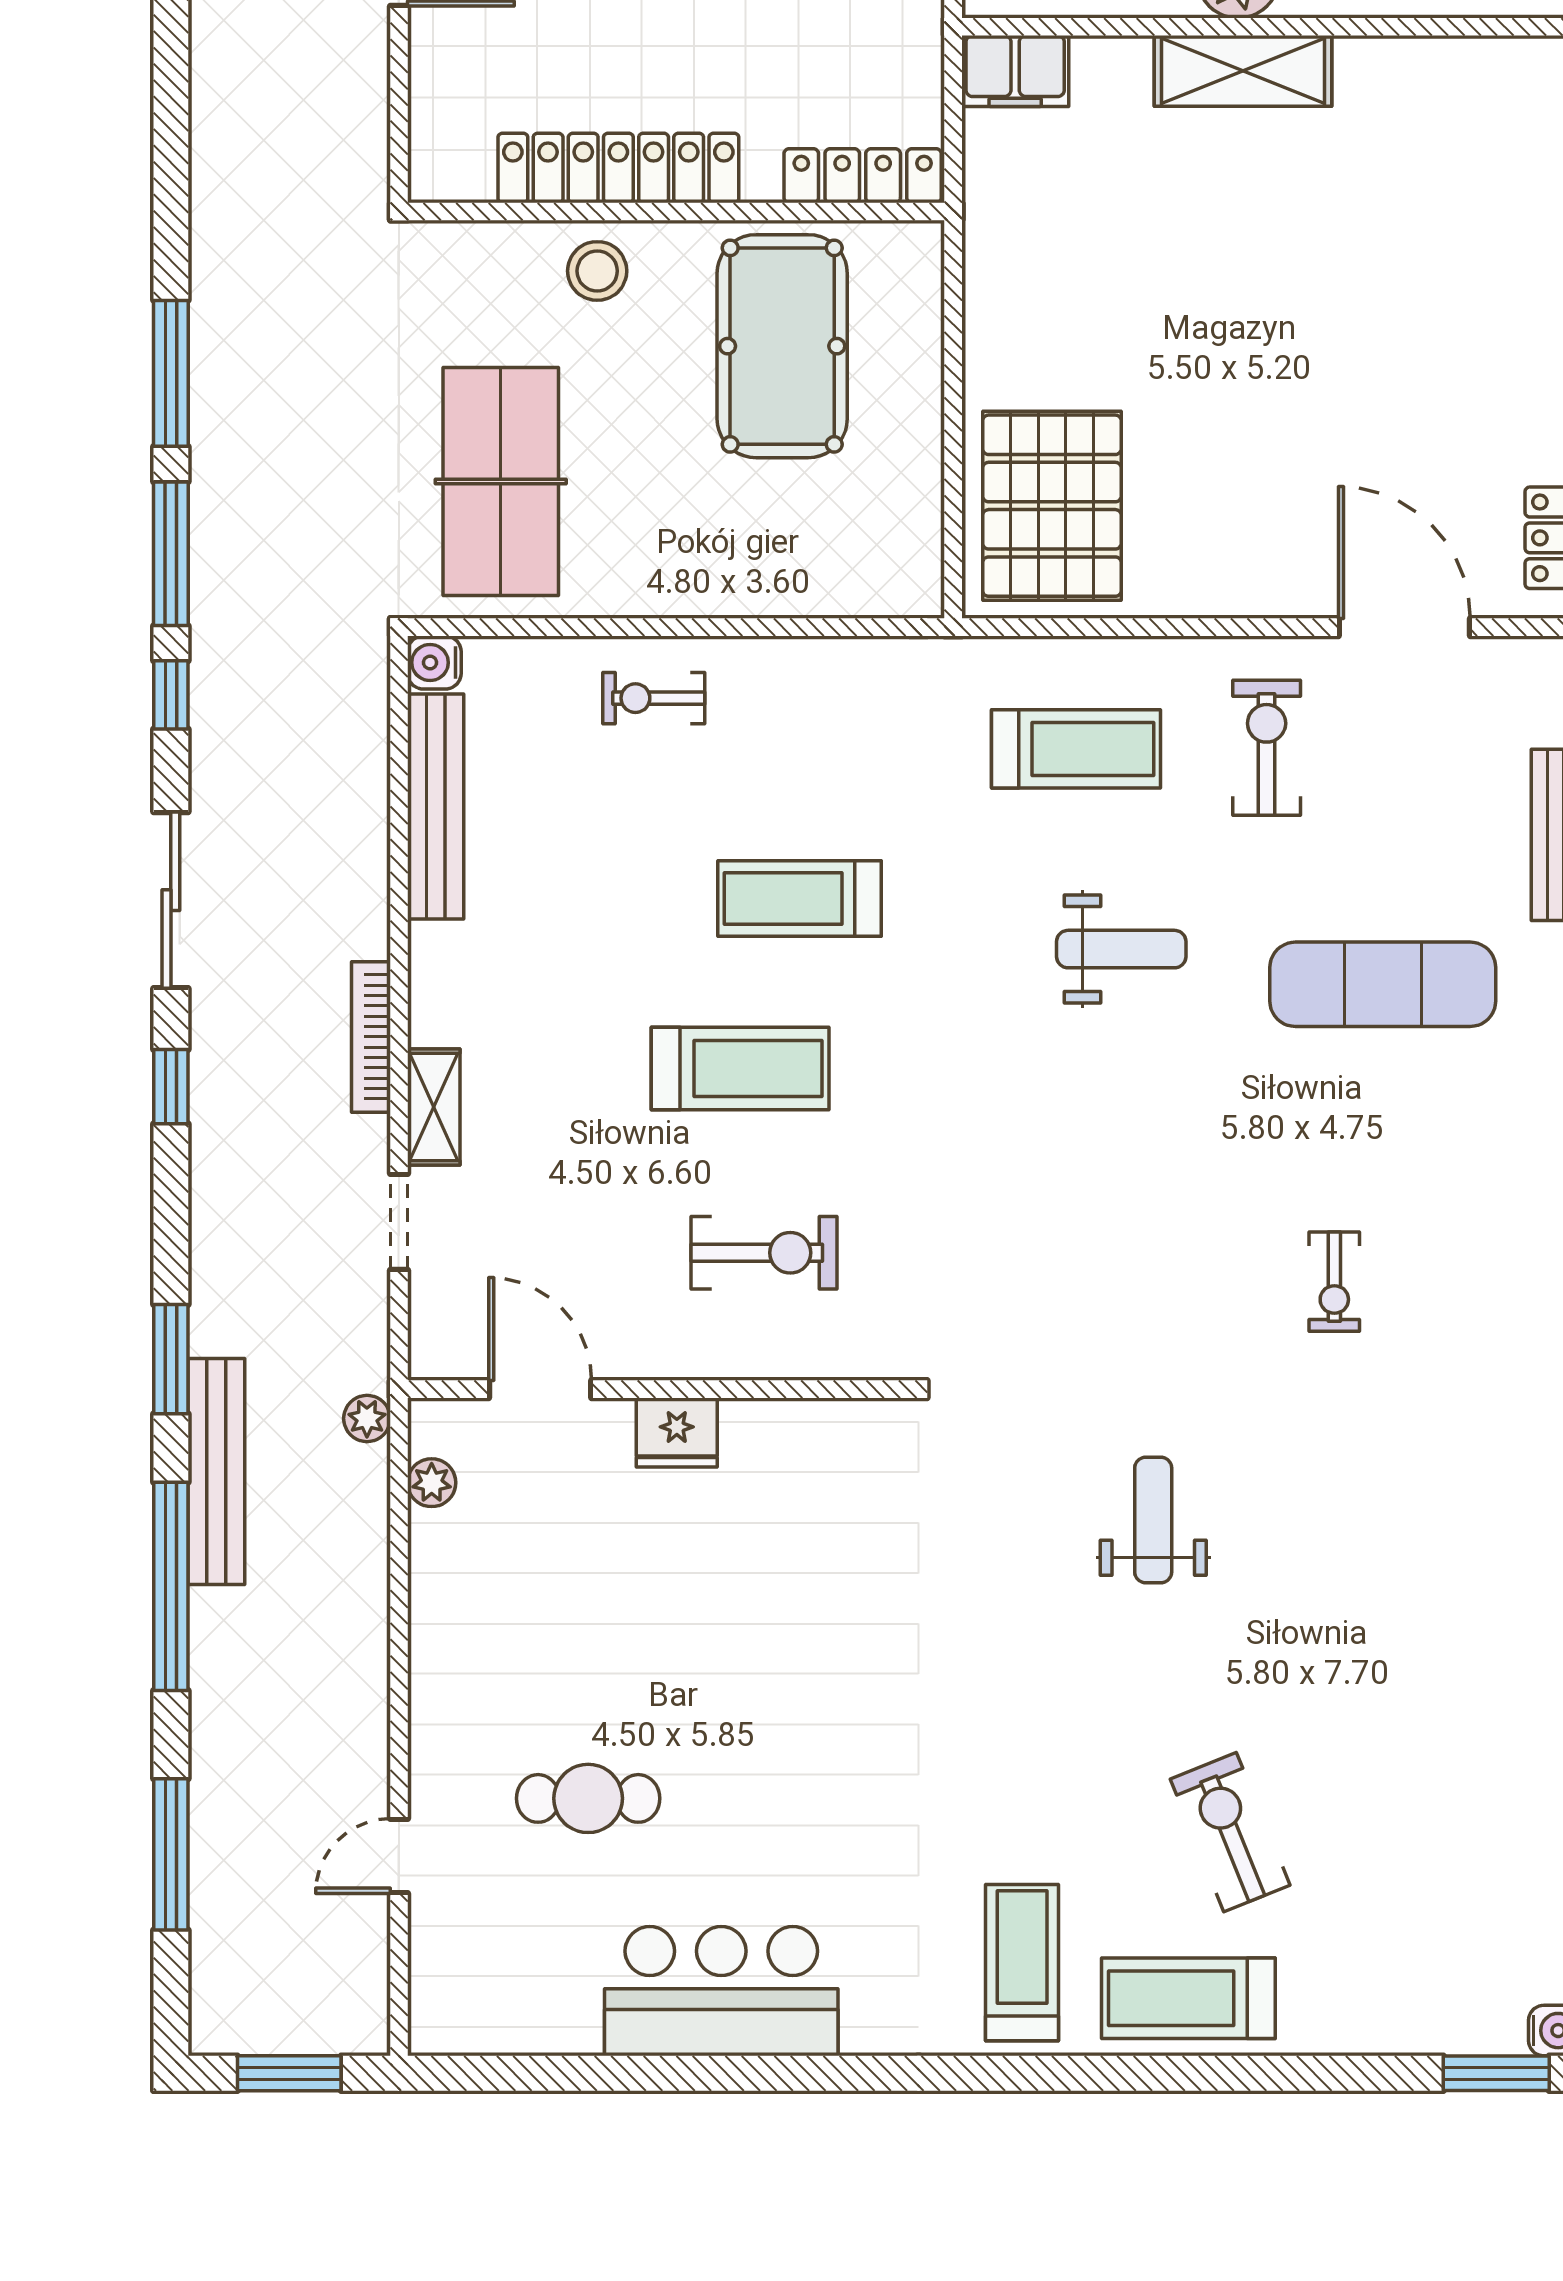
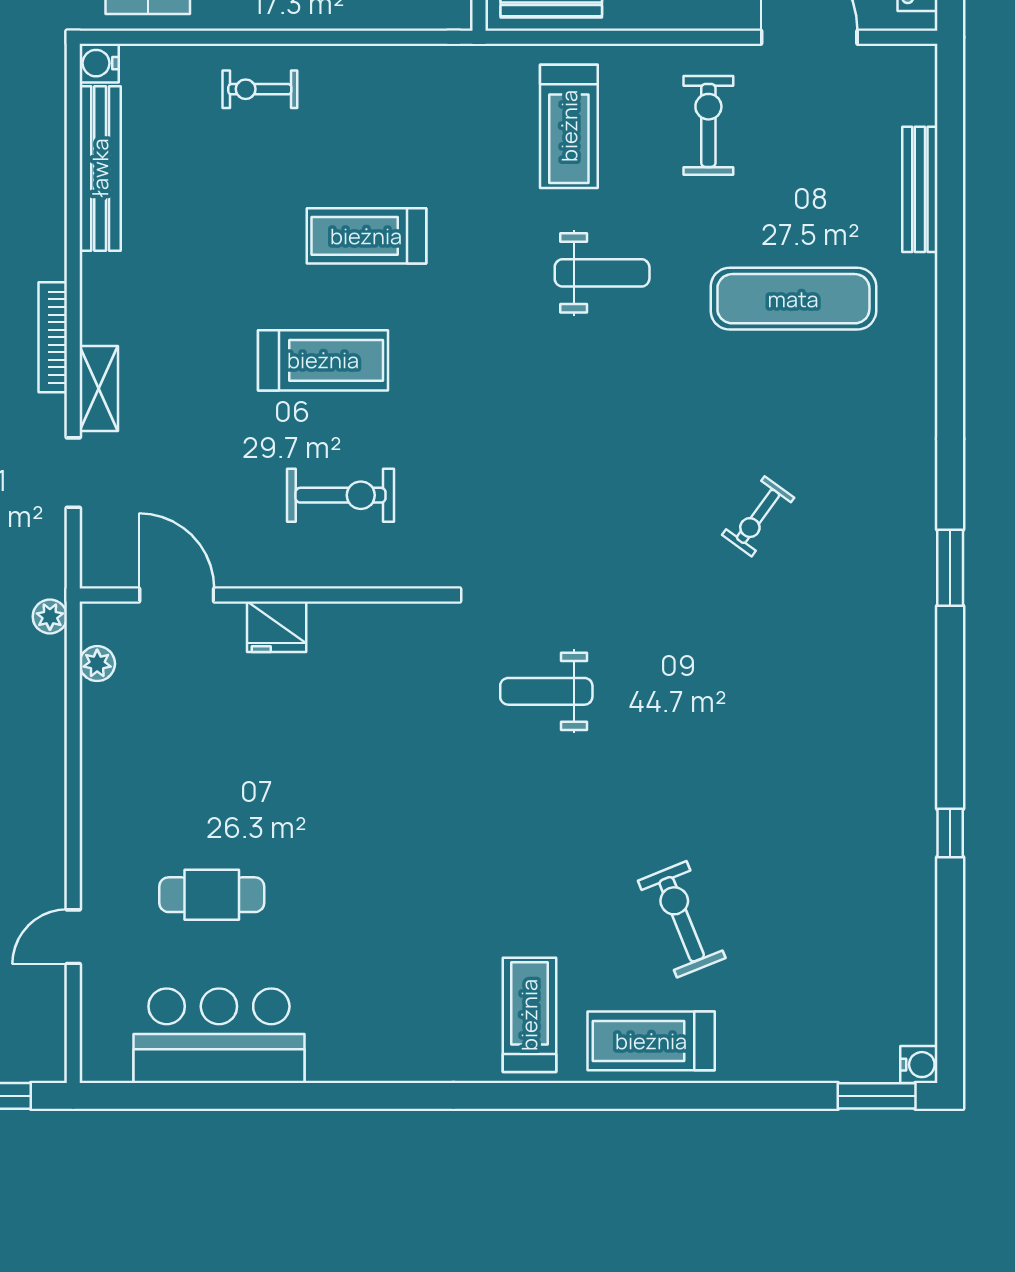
treadmill: (1076, 749) -> (569, 126), turned 90
exercise bike: (1334, 1282) -> (758, 516), turned 36
weight bench: (1153, 1520) -> (546, 691), moved, turned -90
bar counter: (721, 1991) -> (219, 1036), moved

